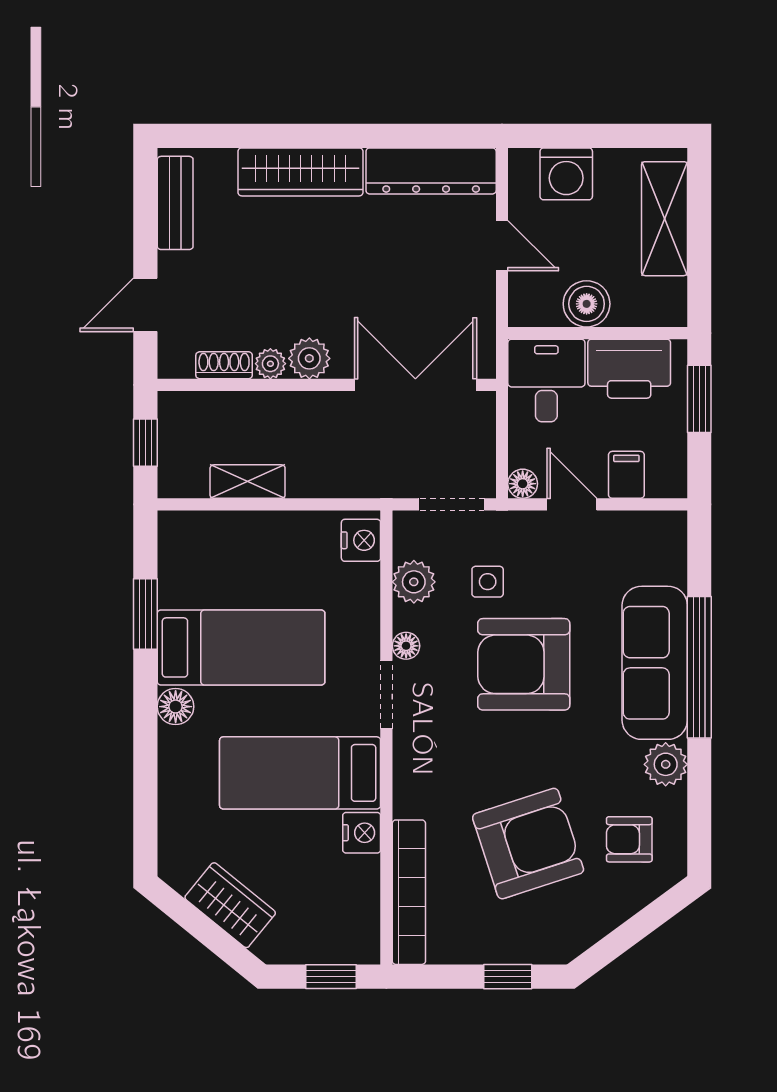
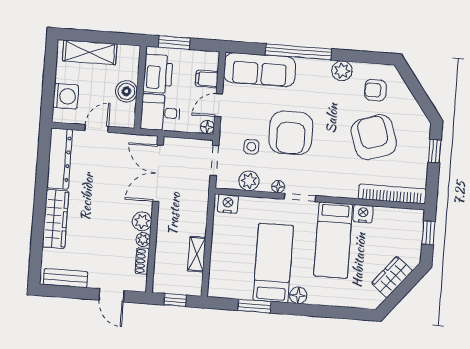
sofa: (655, 663) -> (260, 70), moved
armchair: (629, 839) -> (375, 90), turned 90

